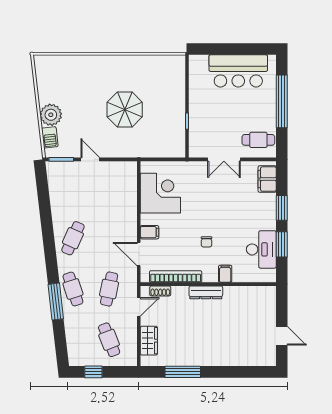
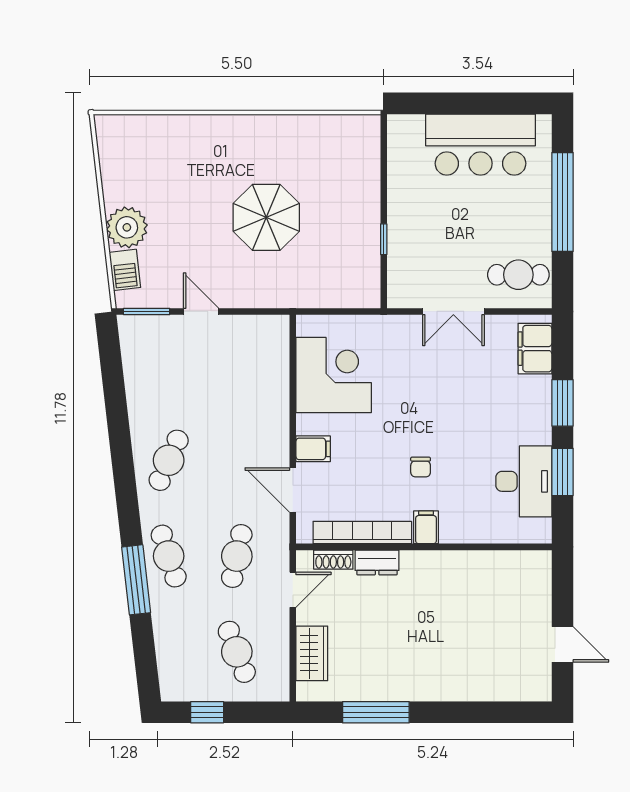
filing cabinet: (225, 274) -> (426, 527), moved
dresser: (206, 292) -> (377, 562), moved, width x0.70

